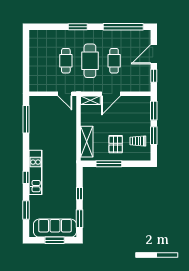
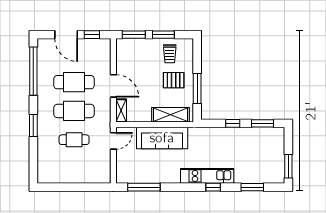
cafe table: (114, 61) -> (74, 82), width x1.37, depth x1.35
sofa: (55, 228) -> (162, 138), moved, turned -90
window: (55, 240) -> (288, 166), moved

